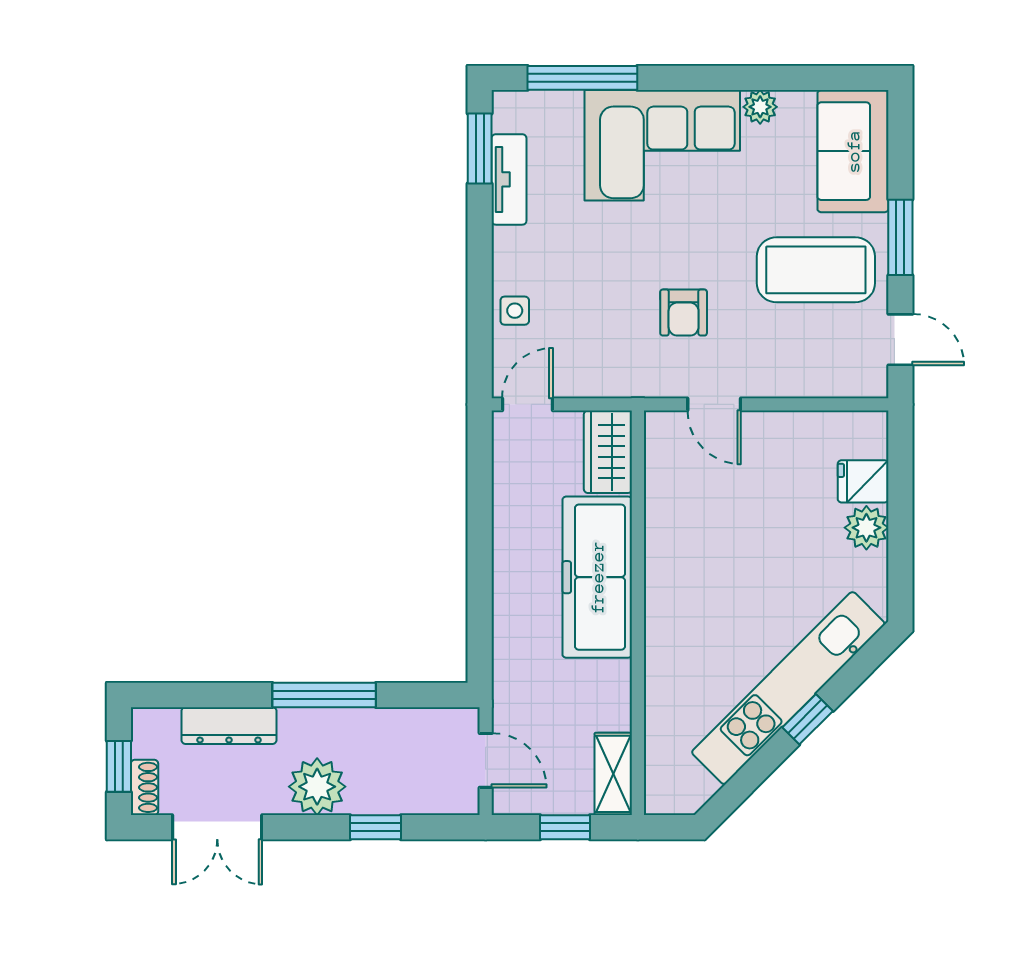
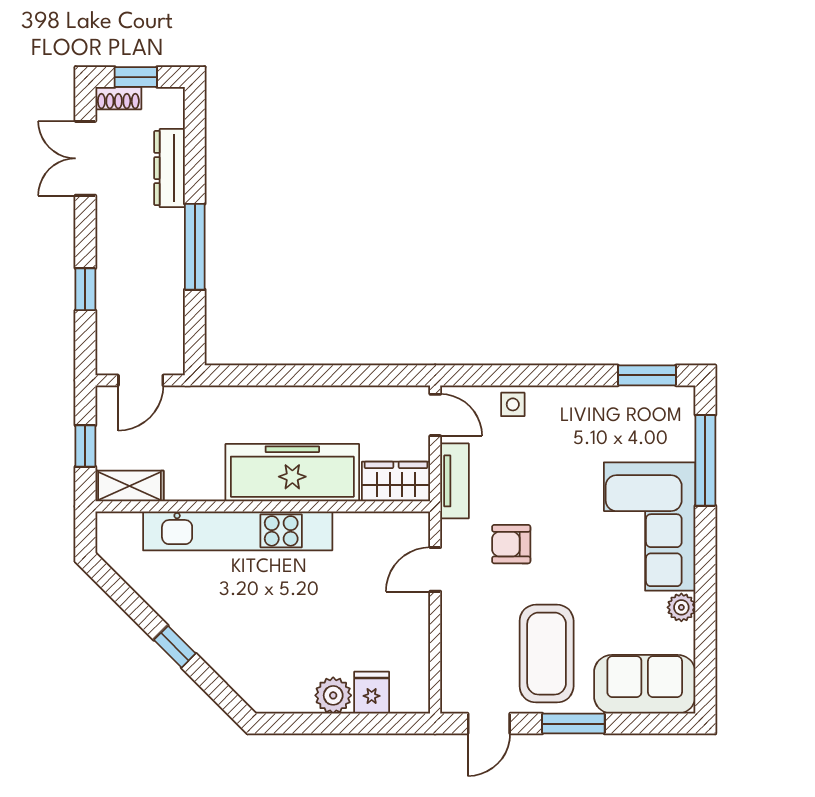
tv unit: (509, 179) -> (454, 481), moved, turned -90
kitchen unit: (788, 688) -> (238, 531), moved, turned 135
plant: (317, 787) -> (119, 241), removed

